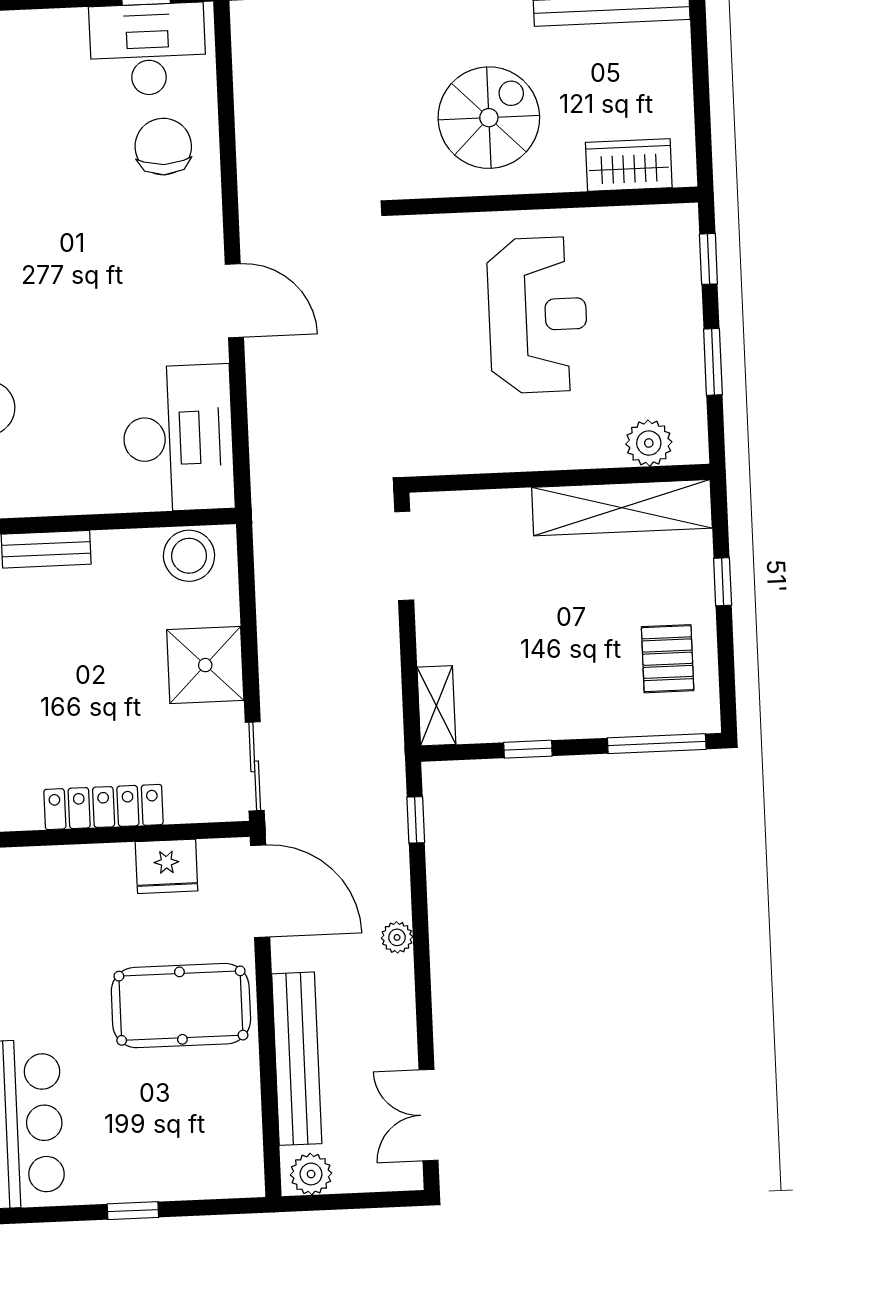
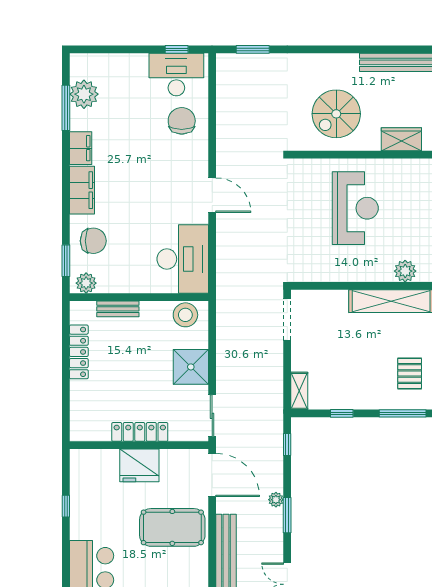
spiral stairs: (489, 118) -> (336, 114), turned 180
fridge: (167, 866) -> (139, 465), moved, width x1.36, depth x1.34
window: (422, 969) -> (287, 515), added

